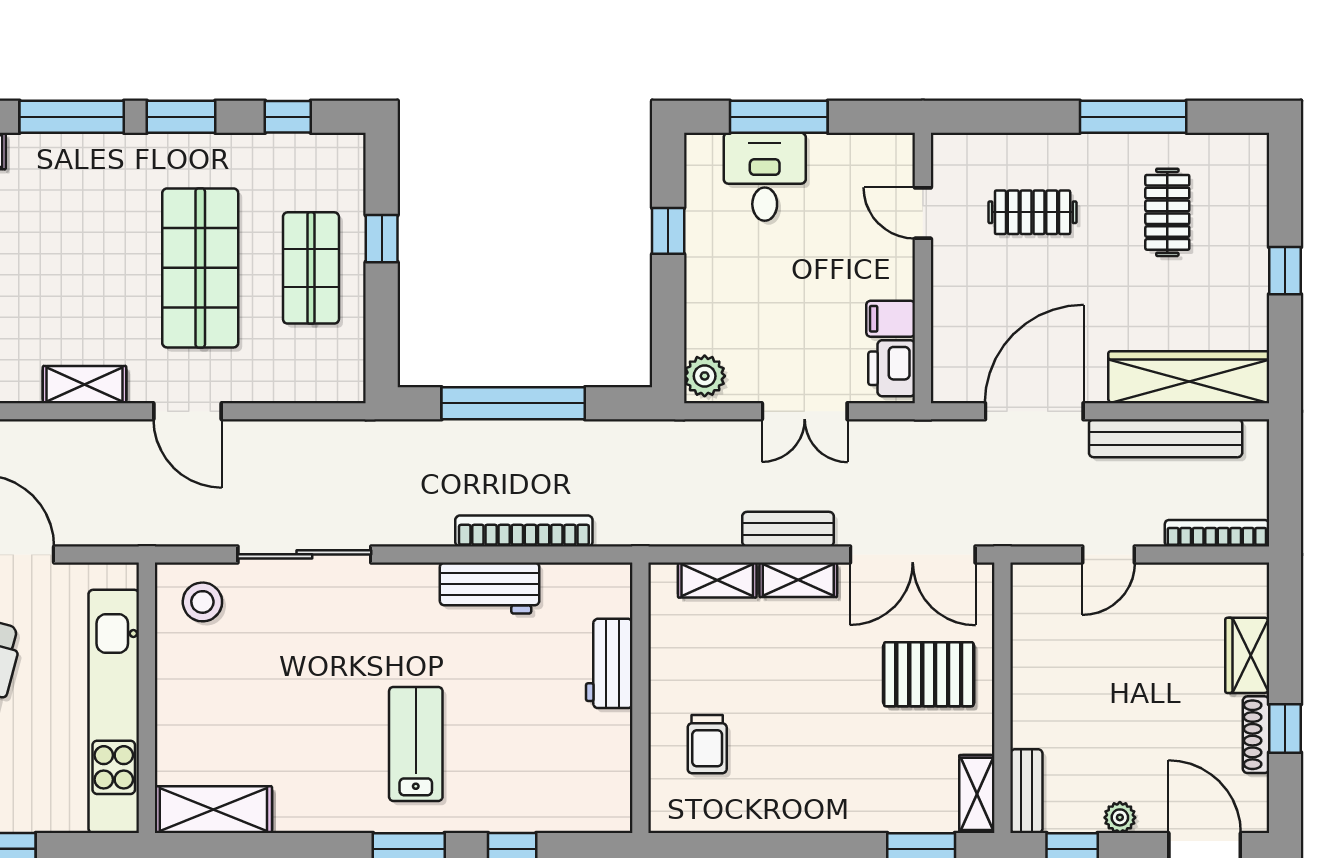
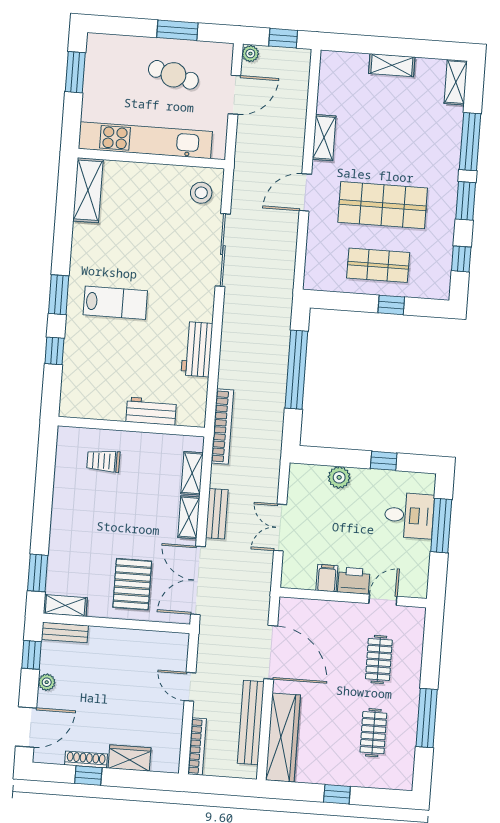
clothes rail: (1167, 212) -> (373, 733), turned 90
printer: (892, 368) -> (354, 581), moved
plant: (705, 376) -> (339, 477), moved
bookcase: (524, 531) -> (222, 426), moved

